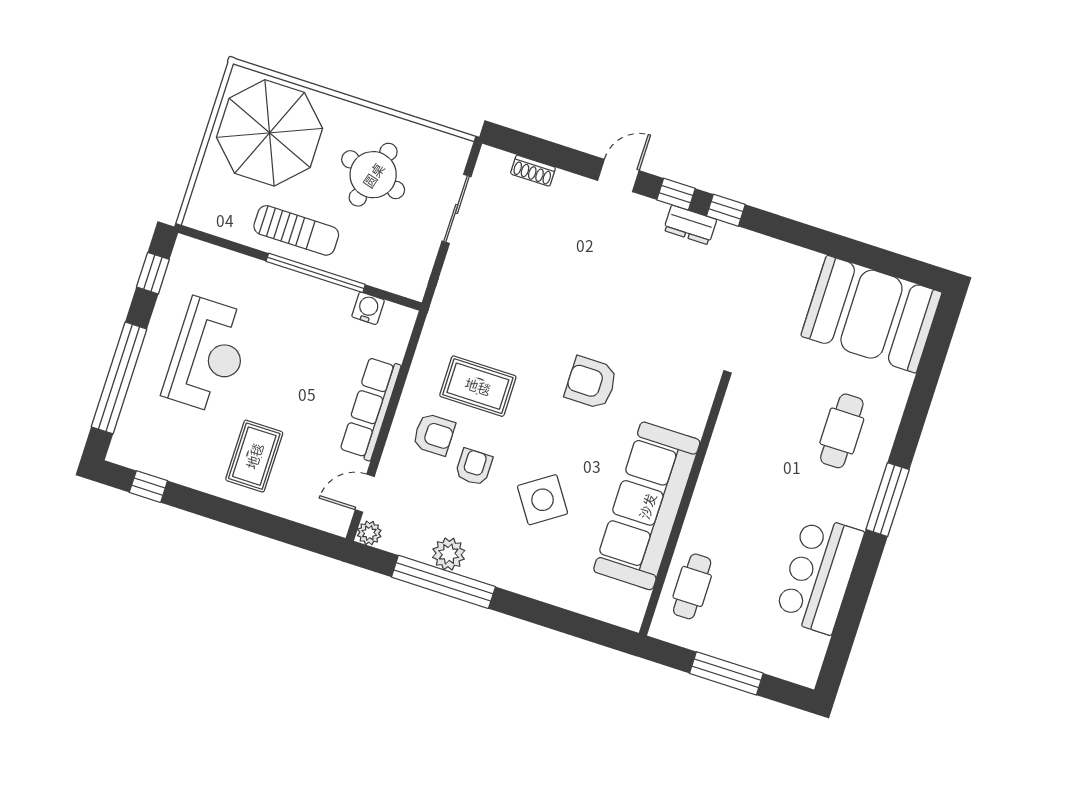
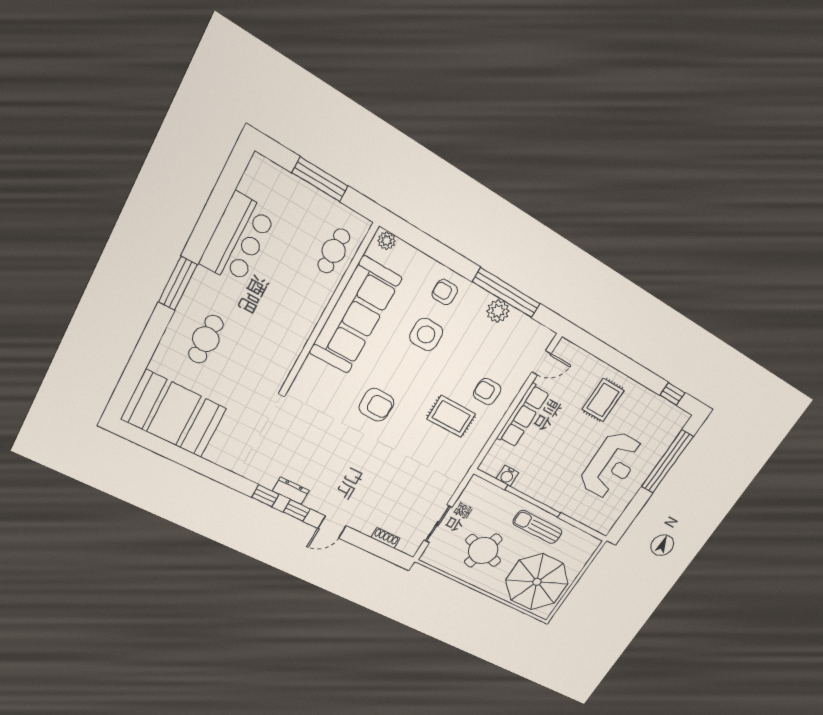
window: (153, 273) -> (628, 517), removed
reception desk: (208, 355) -> (611, 465), turned 180
armchair: (474, 467) -> (445, 292), moved, turned 90
side table: (543, 500) -> (426, 334), turned 34
plant: (369, 533) -> (387, 241), moved

